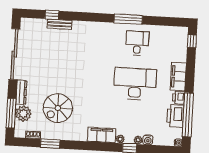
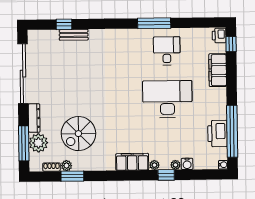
filing cabinet: (178, 77) -> (218, 70), moved
printer: (179, 98) -> (219, 35), moved
plant: (46, 134) -> (67, 166), added

